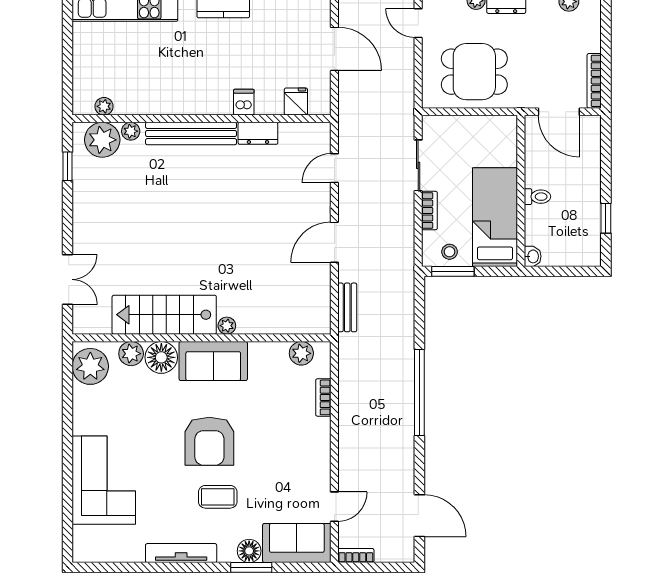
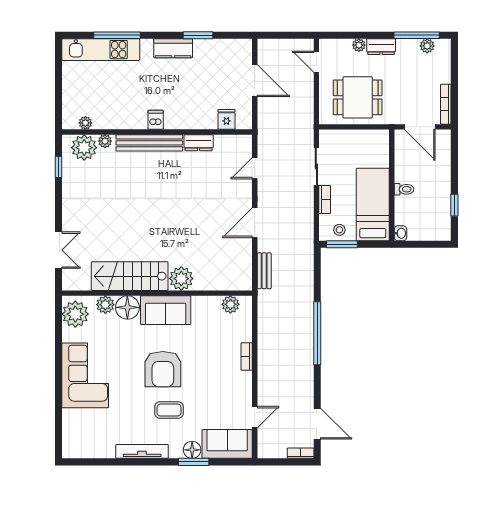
dishwasher: (244, 102) -> (156, 120), moved
plant: (227, 326) -> (181, 279), width x1.88, depth x1.88
bookcase: (323, 397) -> (247, 357), moved
corner sofa: (104, 480) -> (85, 375), moved
bookcase: (356, 556) -> (301, 453), moved

